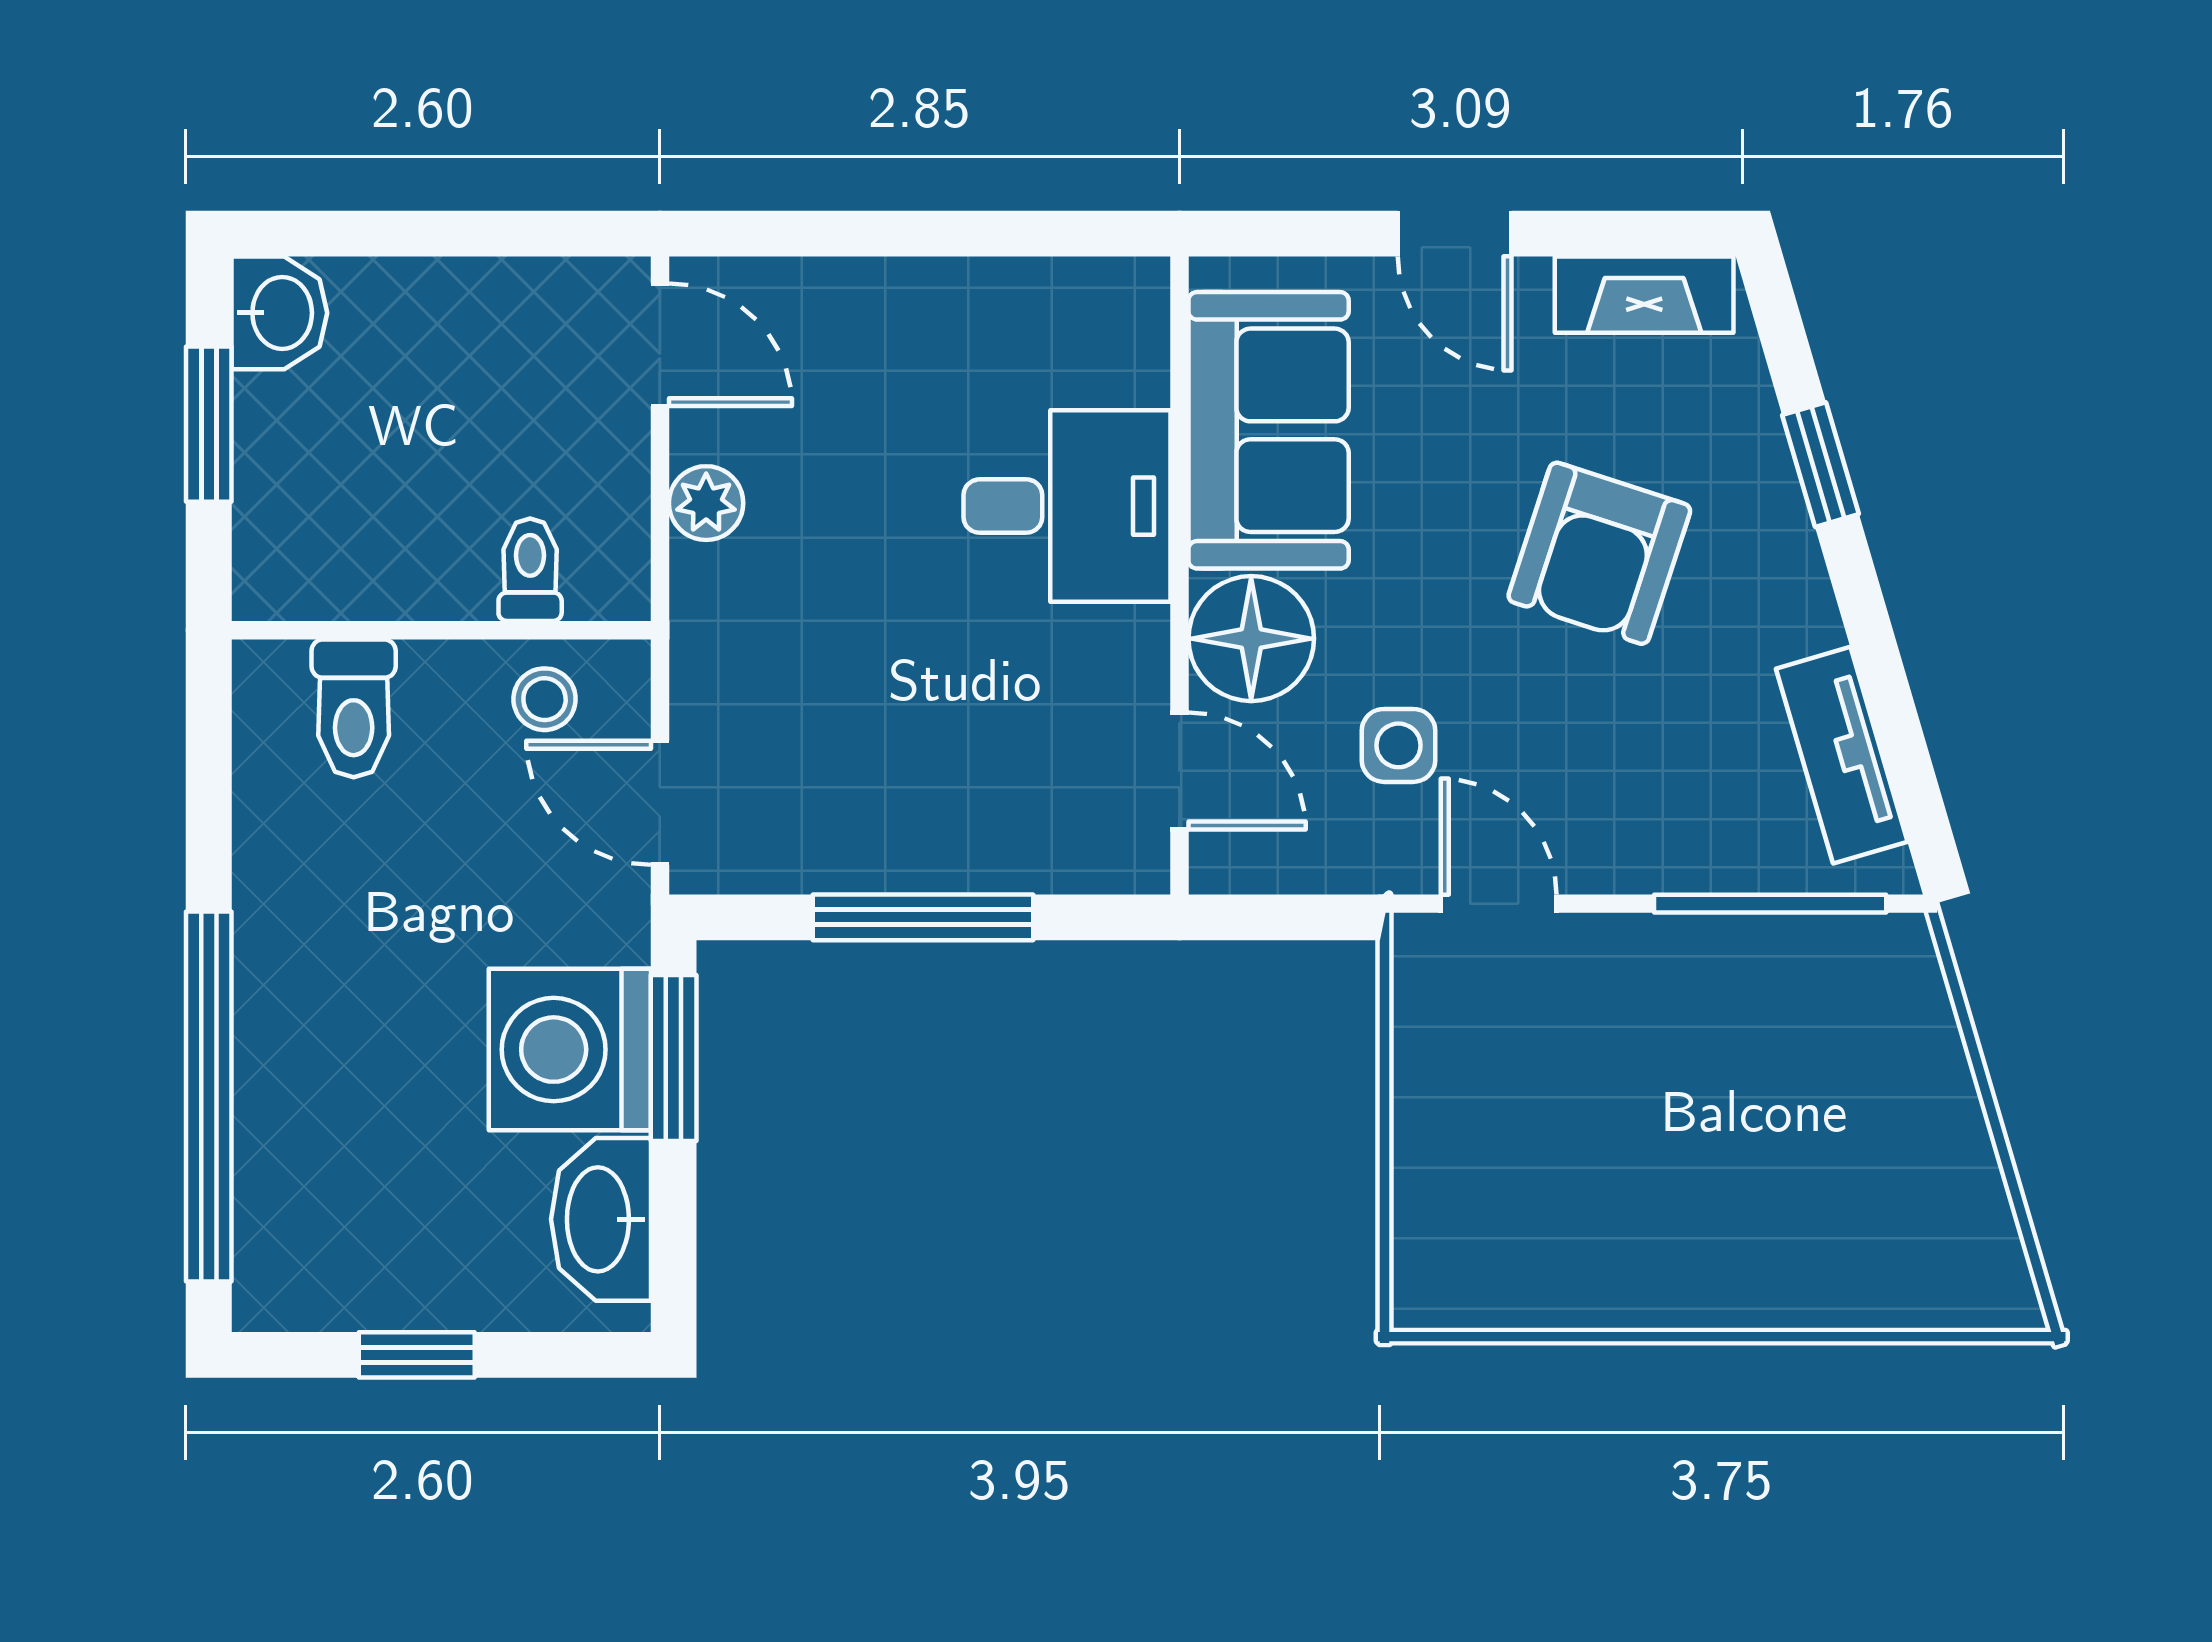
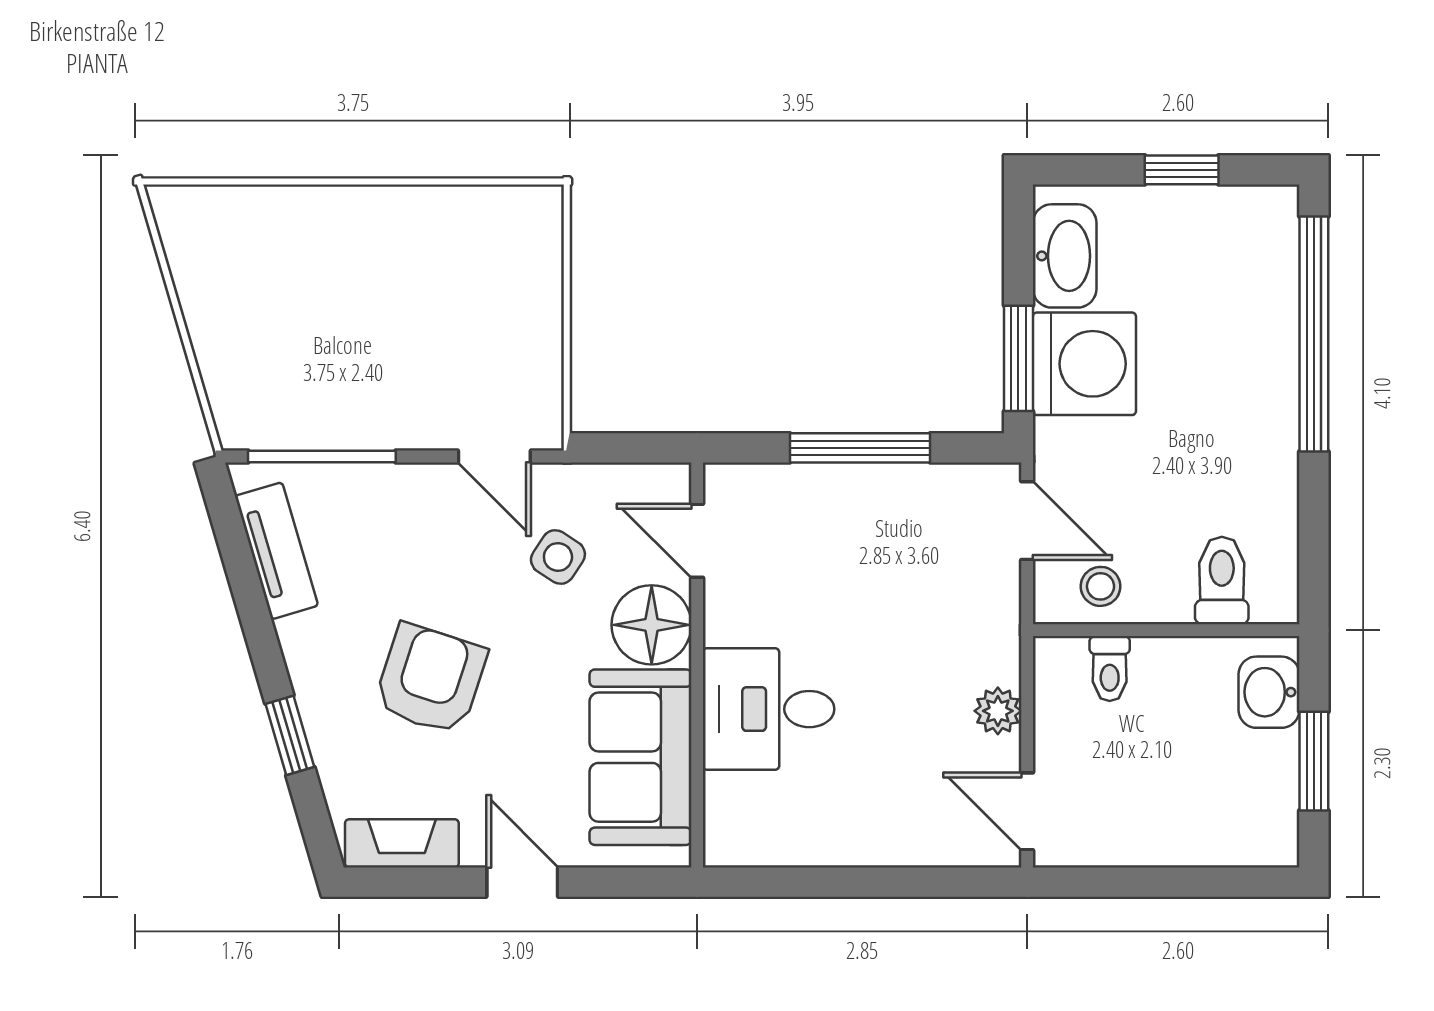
washbasin: (279, 313) -> (1269, 692), moved
side table: (1399, 745) -> (558, 557), turned 33

